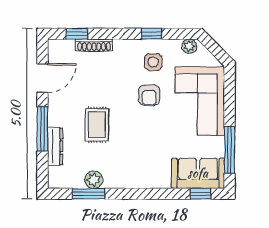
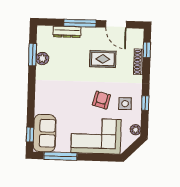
armchair: (149, 95) -> (101, 100), turned 104
rug: (97, 125) -> (103, 59), moved

